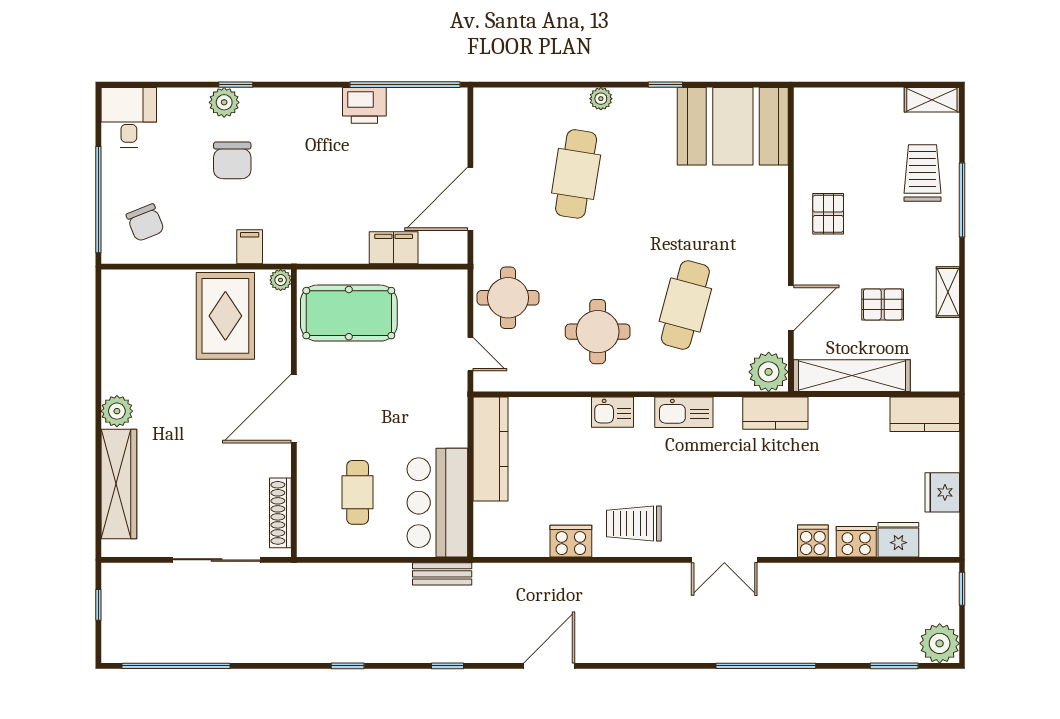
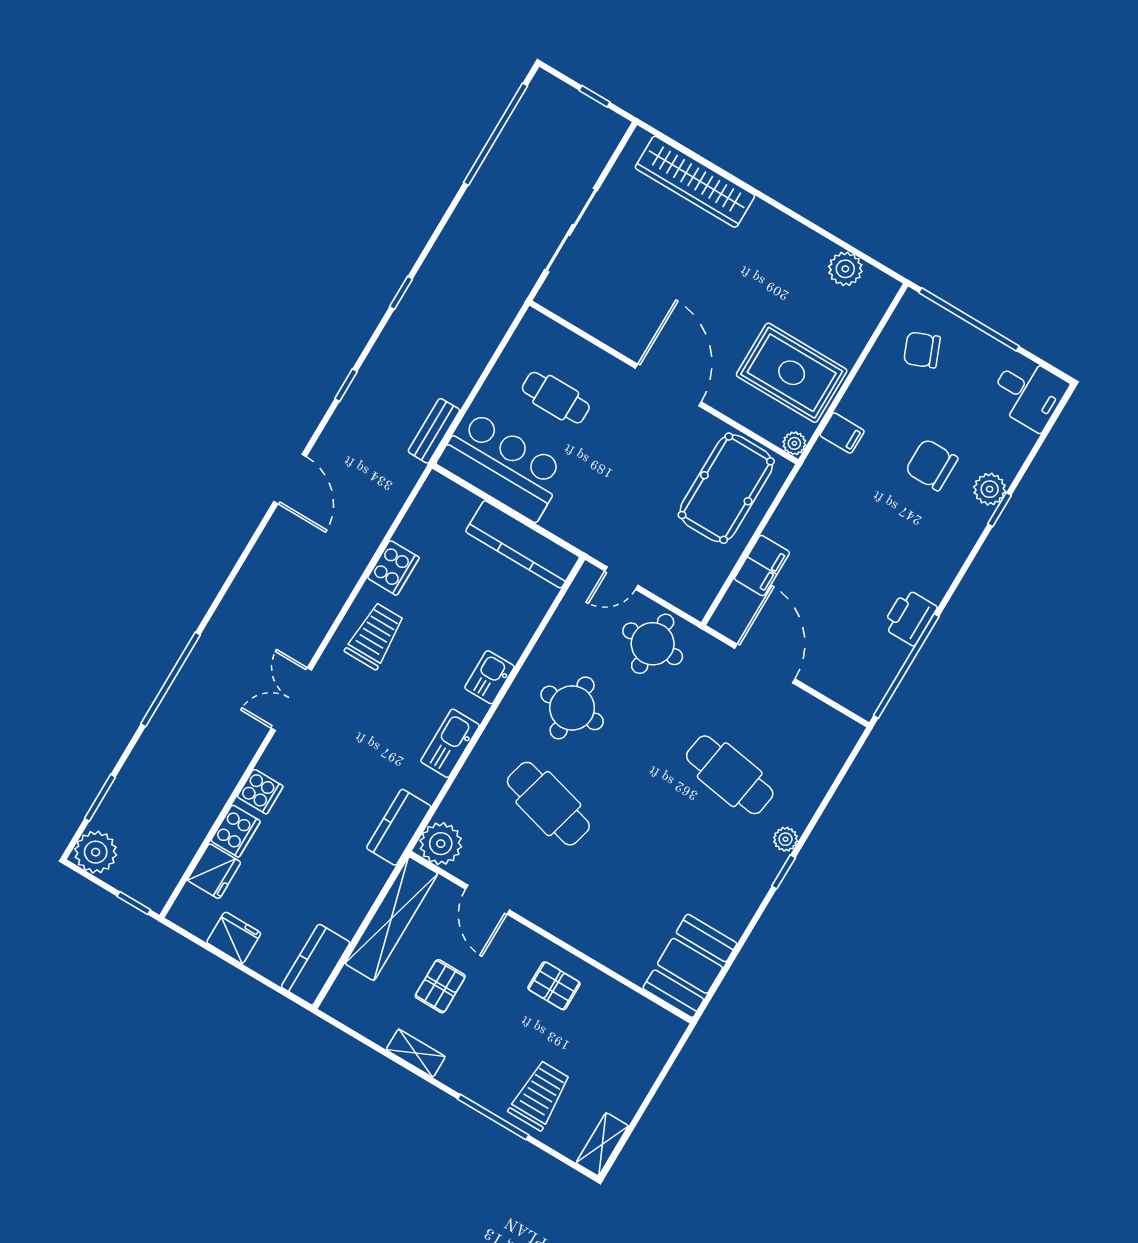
window: (665, 85) -> (784, 872), moved
booth: (733, 126) -> (690, 966), width x0.73, depth x0.70
trolley: (922, 173) -> (540, 1095), turned -90
plant: (117, 411) -> (845, 269), moved
shoe rack: (280, 513) -> (579, 315), removed

